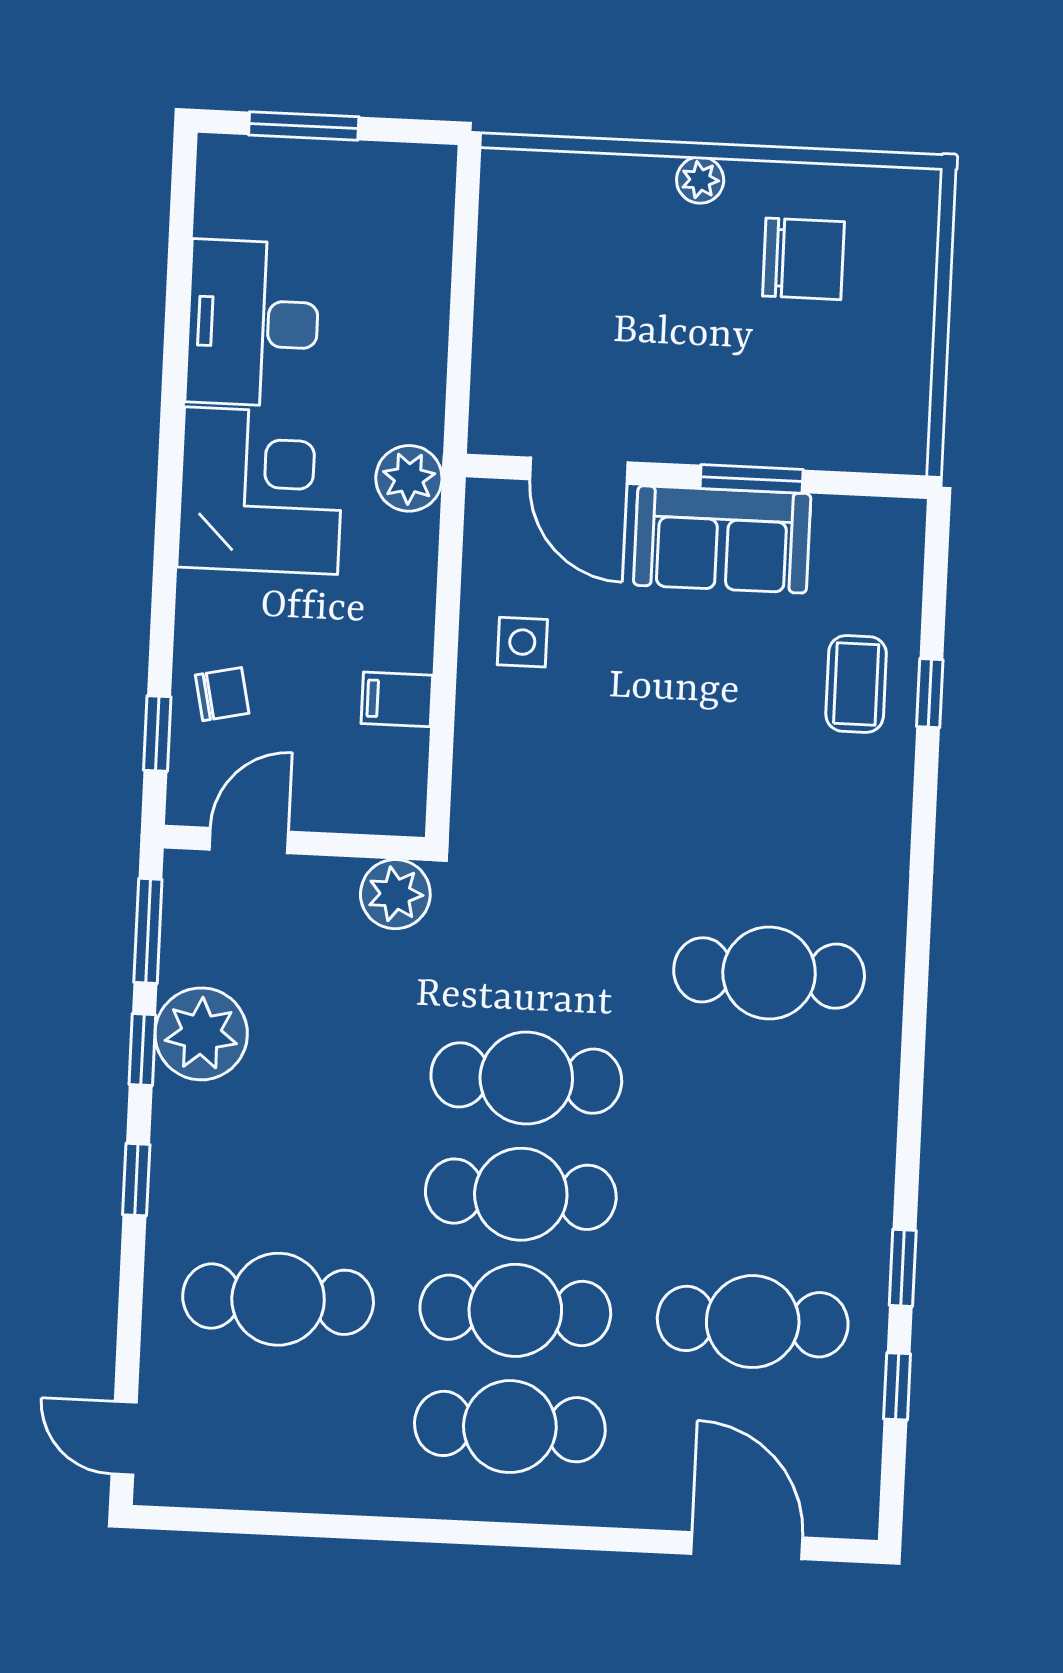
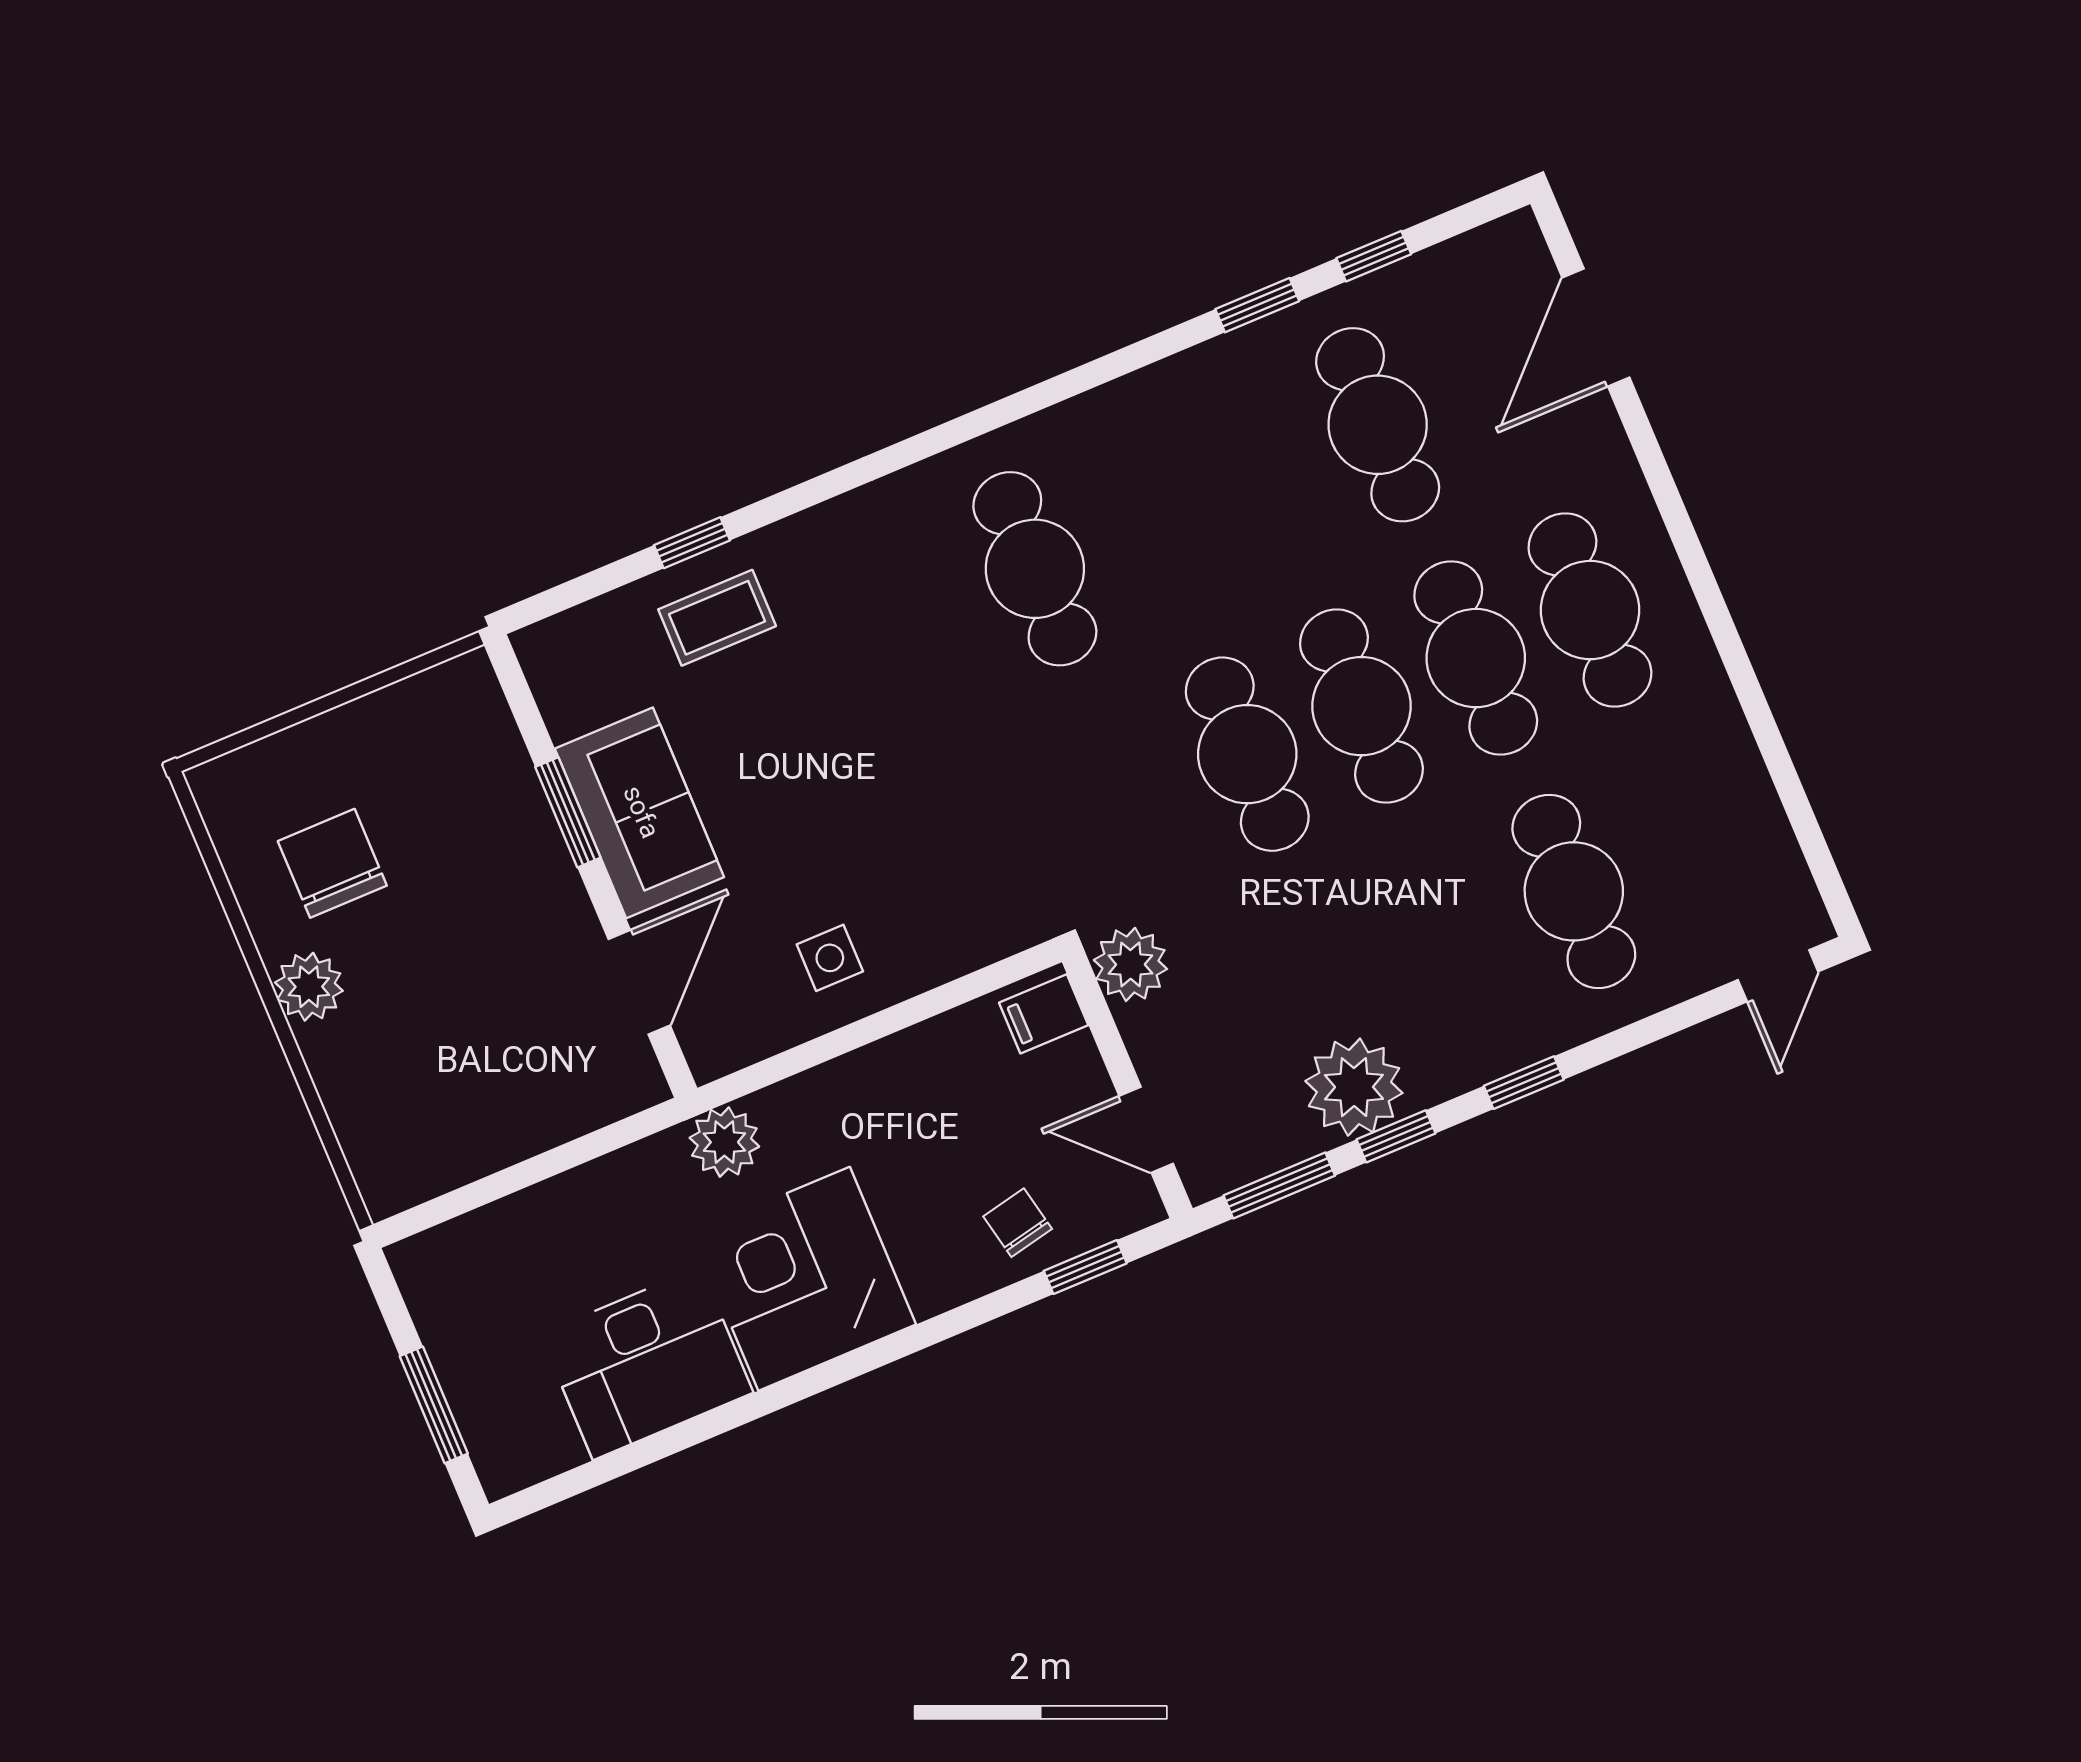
plant: (700, 180) -> (309, 987), width x1.38, depth x1.38
filing cabinet: (397, 699) -> (1044, 1014), moved, turned 90

